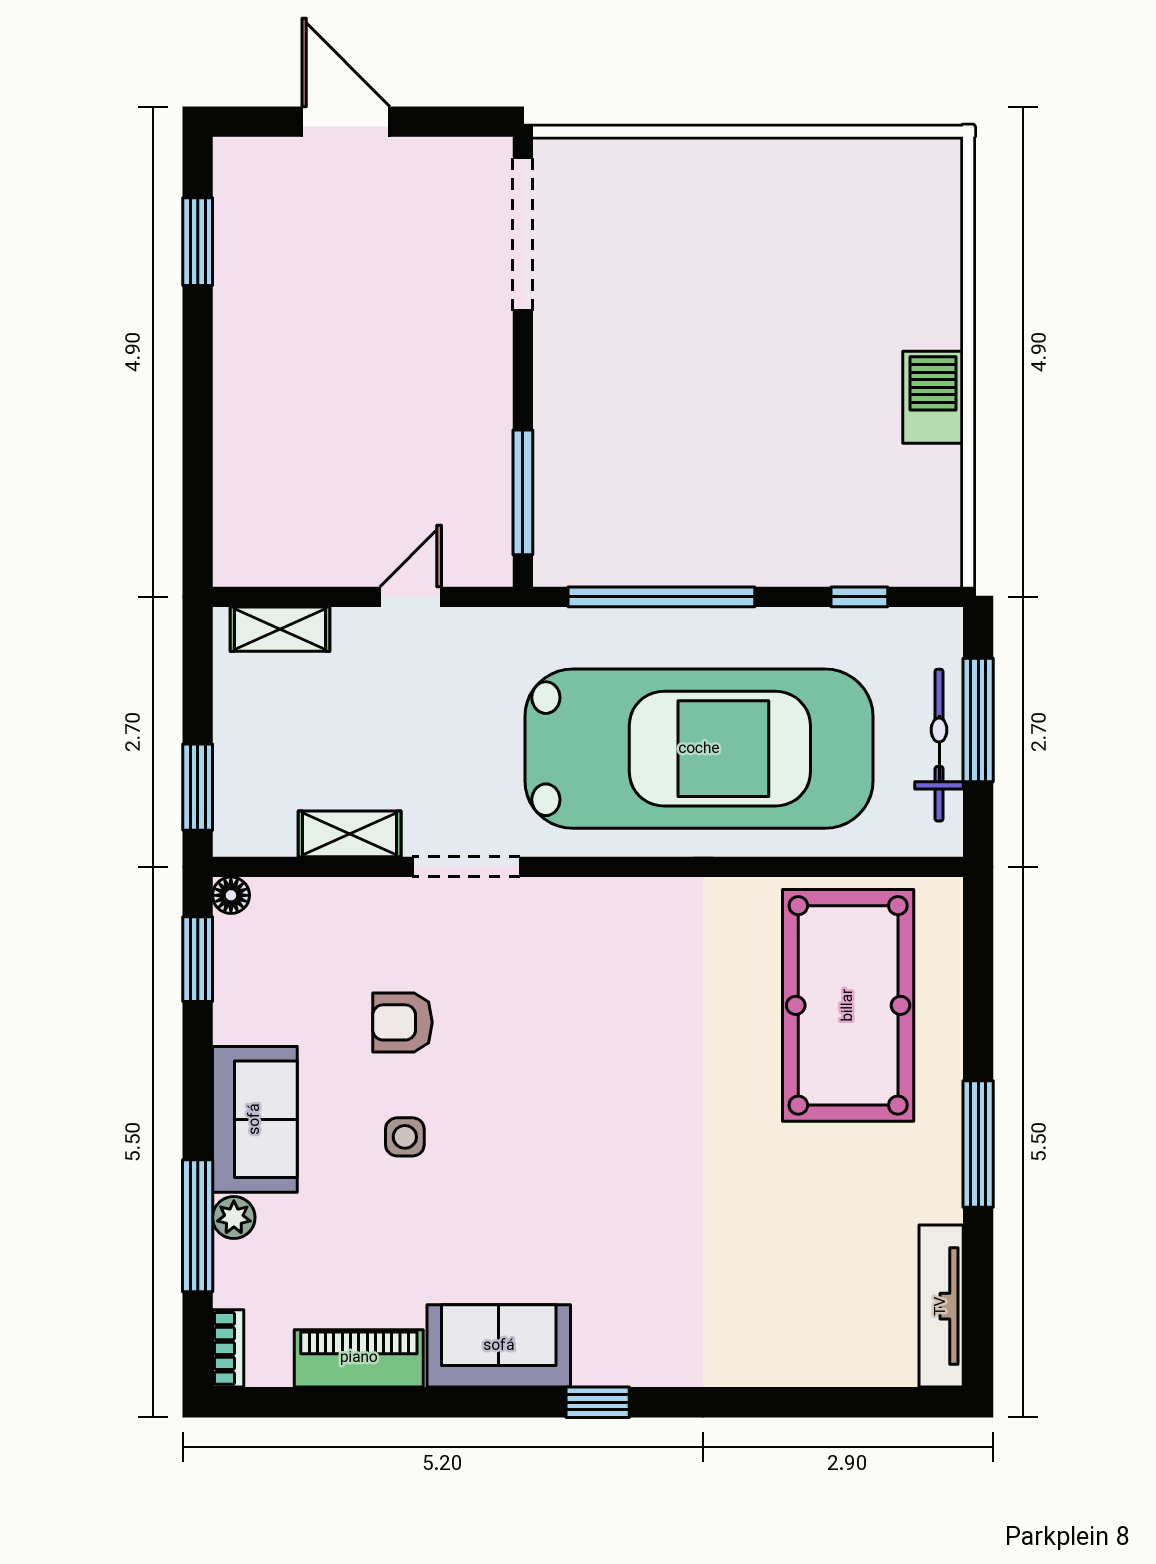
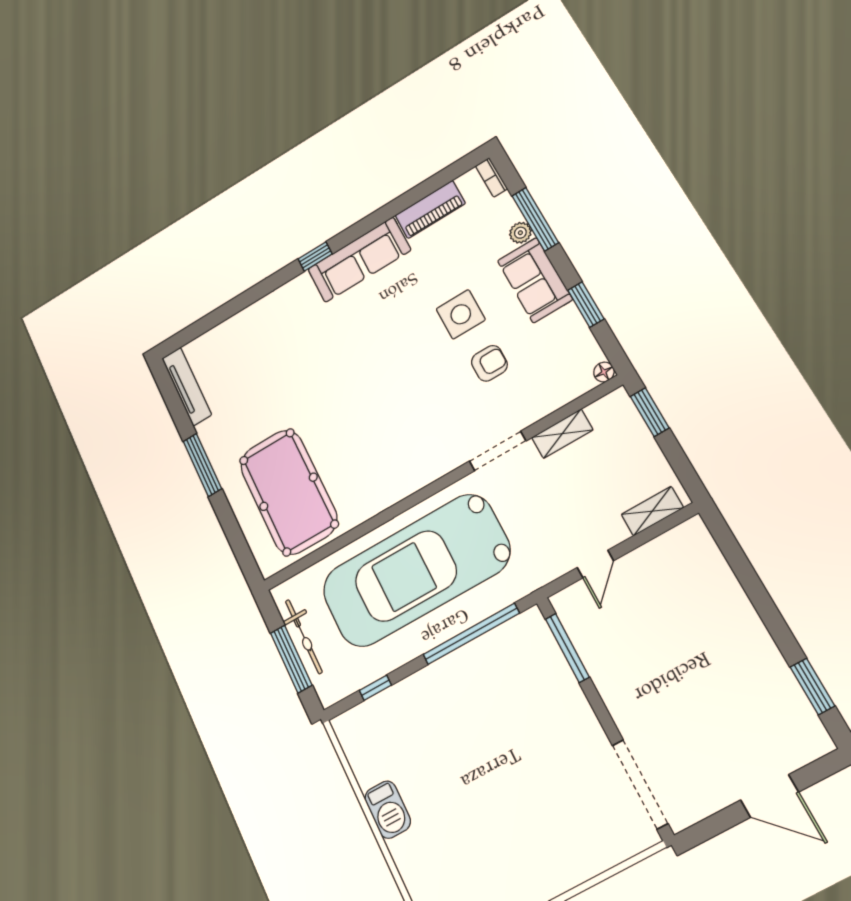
window: (198, 959) -> (586, 304), moved
side table: (405, 1137) -> (461, 314), width x1.87, depth x1.87
sofa: (499, 1346) -> (359, 260), width x1.36

